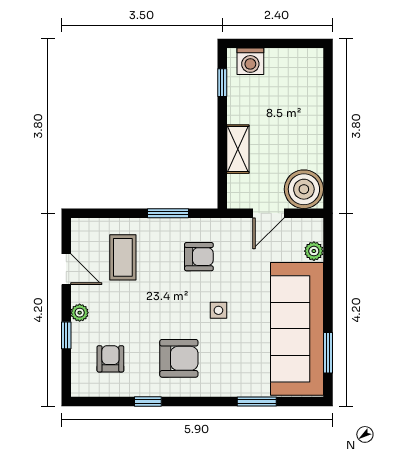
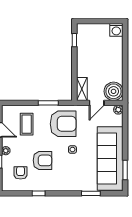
washing machine: (250, 61) -> (116, 30), moved
shelving: (238, 149) -> (82, 89), moved
plant: (314, 251) -> (118, 110), moved
armchair: (199, 257) -> (63, 124), width x1.88, depth x1.88
armchair: (179, 358) -> (42, 160), moved

